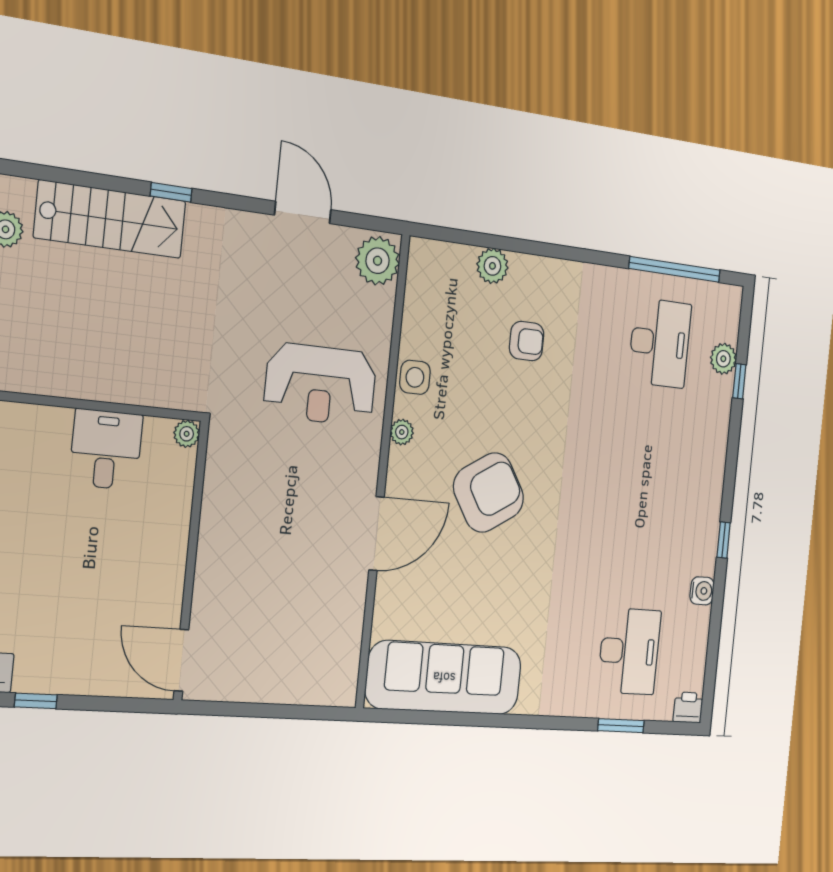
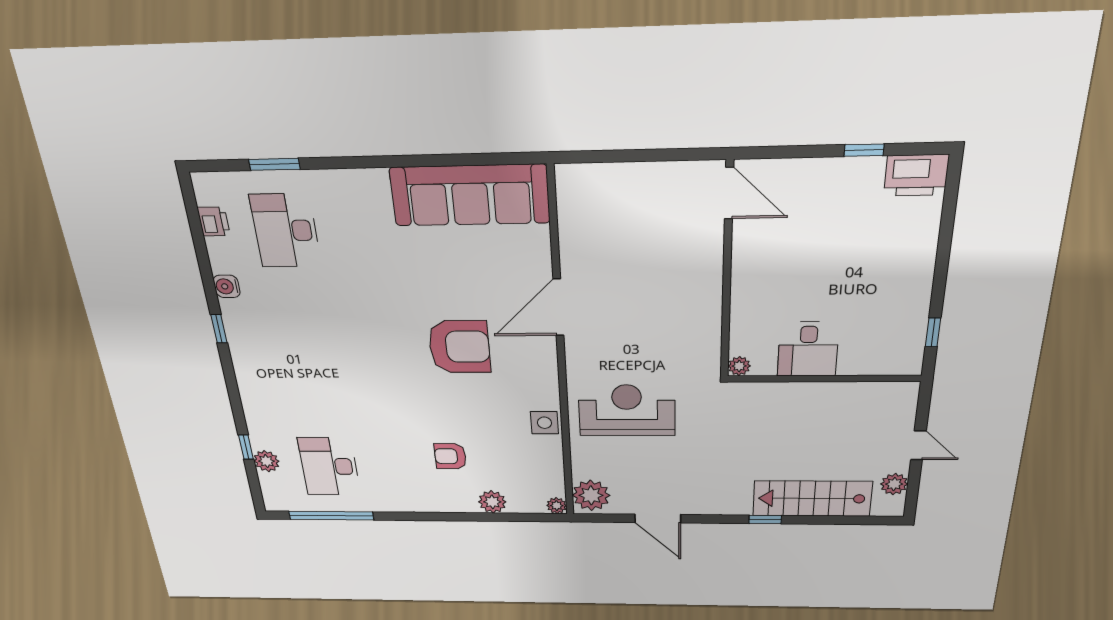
plant: (402, 432) -> (557, 506), moved
armchair: (489, 492) -> (459, 347), turned -148
printer: (688, 707) -> (214, 222), moved, turned -90

